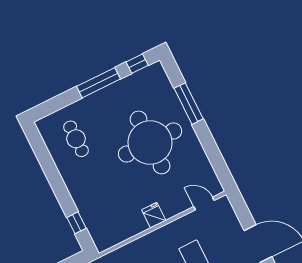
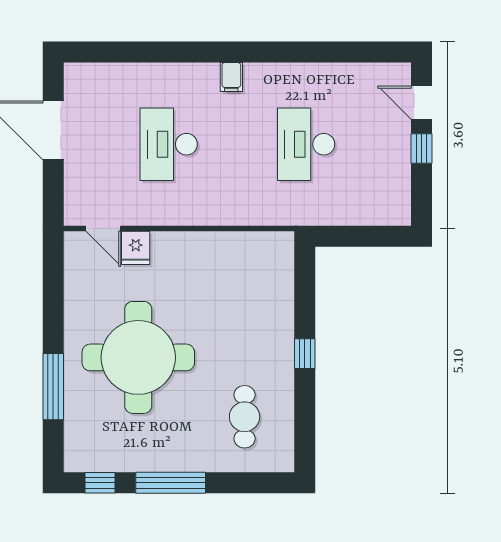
fridge: (154, 215) -> (136, 248), moved
window: (77, 223) -> (305, 354), moved

